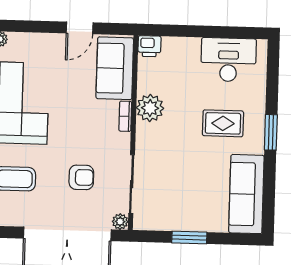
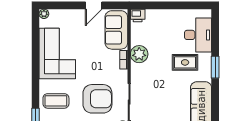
desk: (228, 60) -> (198, 35), moved, turned 90
armchair: (81, 177) -> (97, 99), width x1.88, depth x1.88

